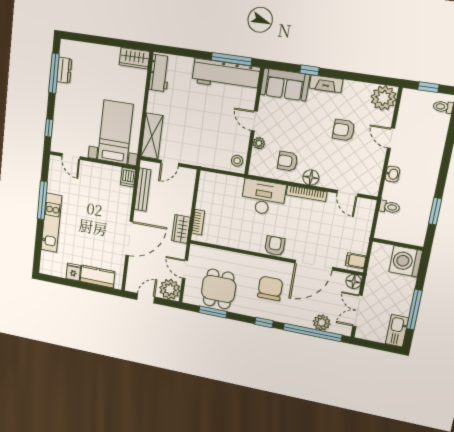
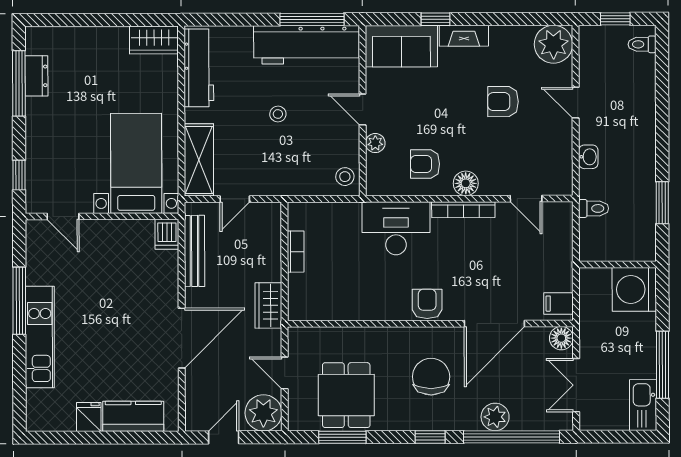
workbench: (160, 73) -> (199, 68), width x1.38
stool: (202, 116) -> (278, 114), added
bookcase: (198, 222) -> (296, 252), moved
plant: (322, 323) -> (495, 417), moved

